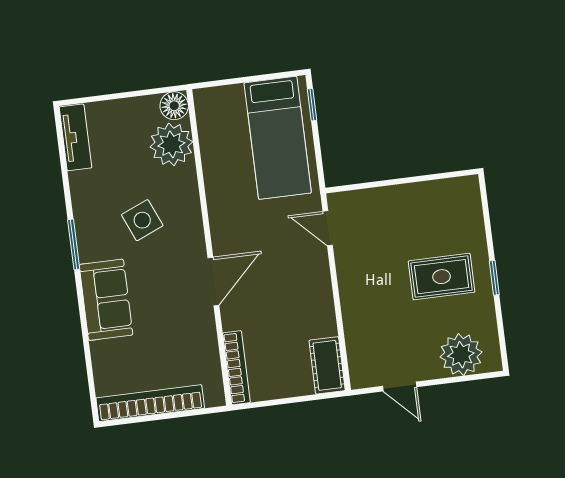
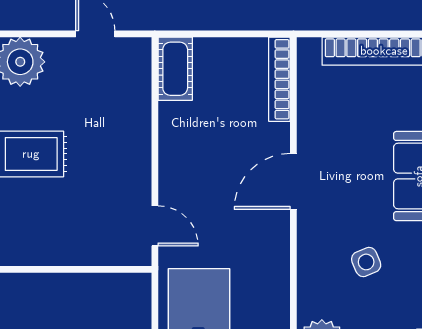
side table: (142, 220) -> (366, 262), width x0.73, depth x0.73

